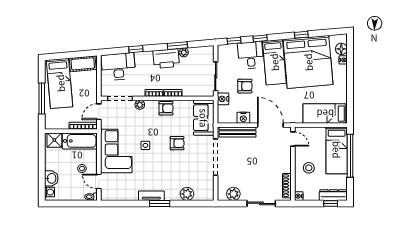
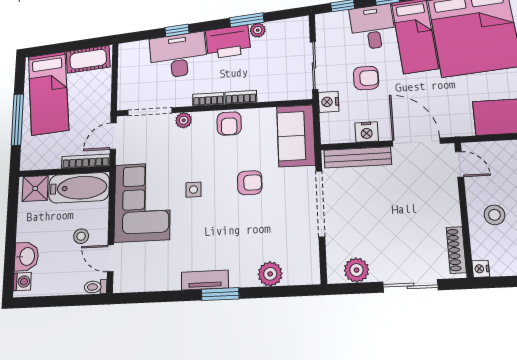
desk: (118, 67) -> (178, 55), moved
armchair: (166, 108) -> (229, 124), turned 90

